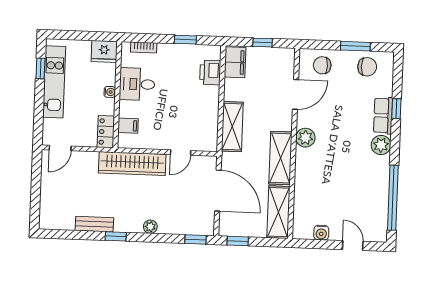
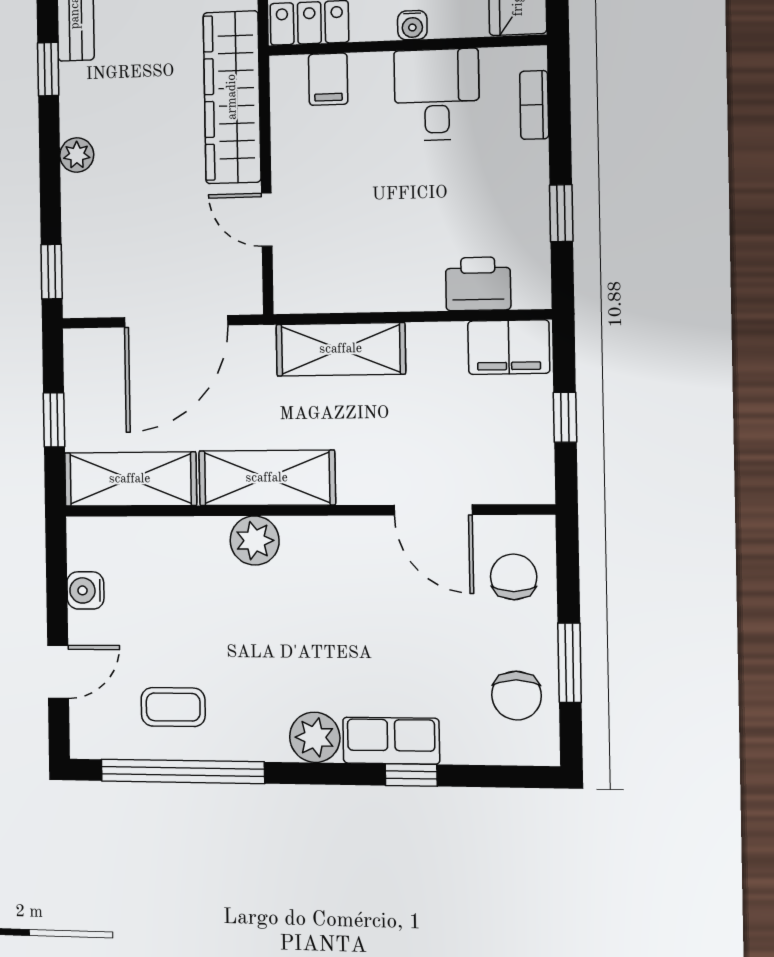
plant: (305, 138) -> (255, 541), moved
coffee table: (368, 200) -> (173, 707), added
window: (238, 241) -> (54, 420), moved

